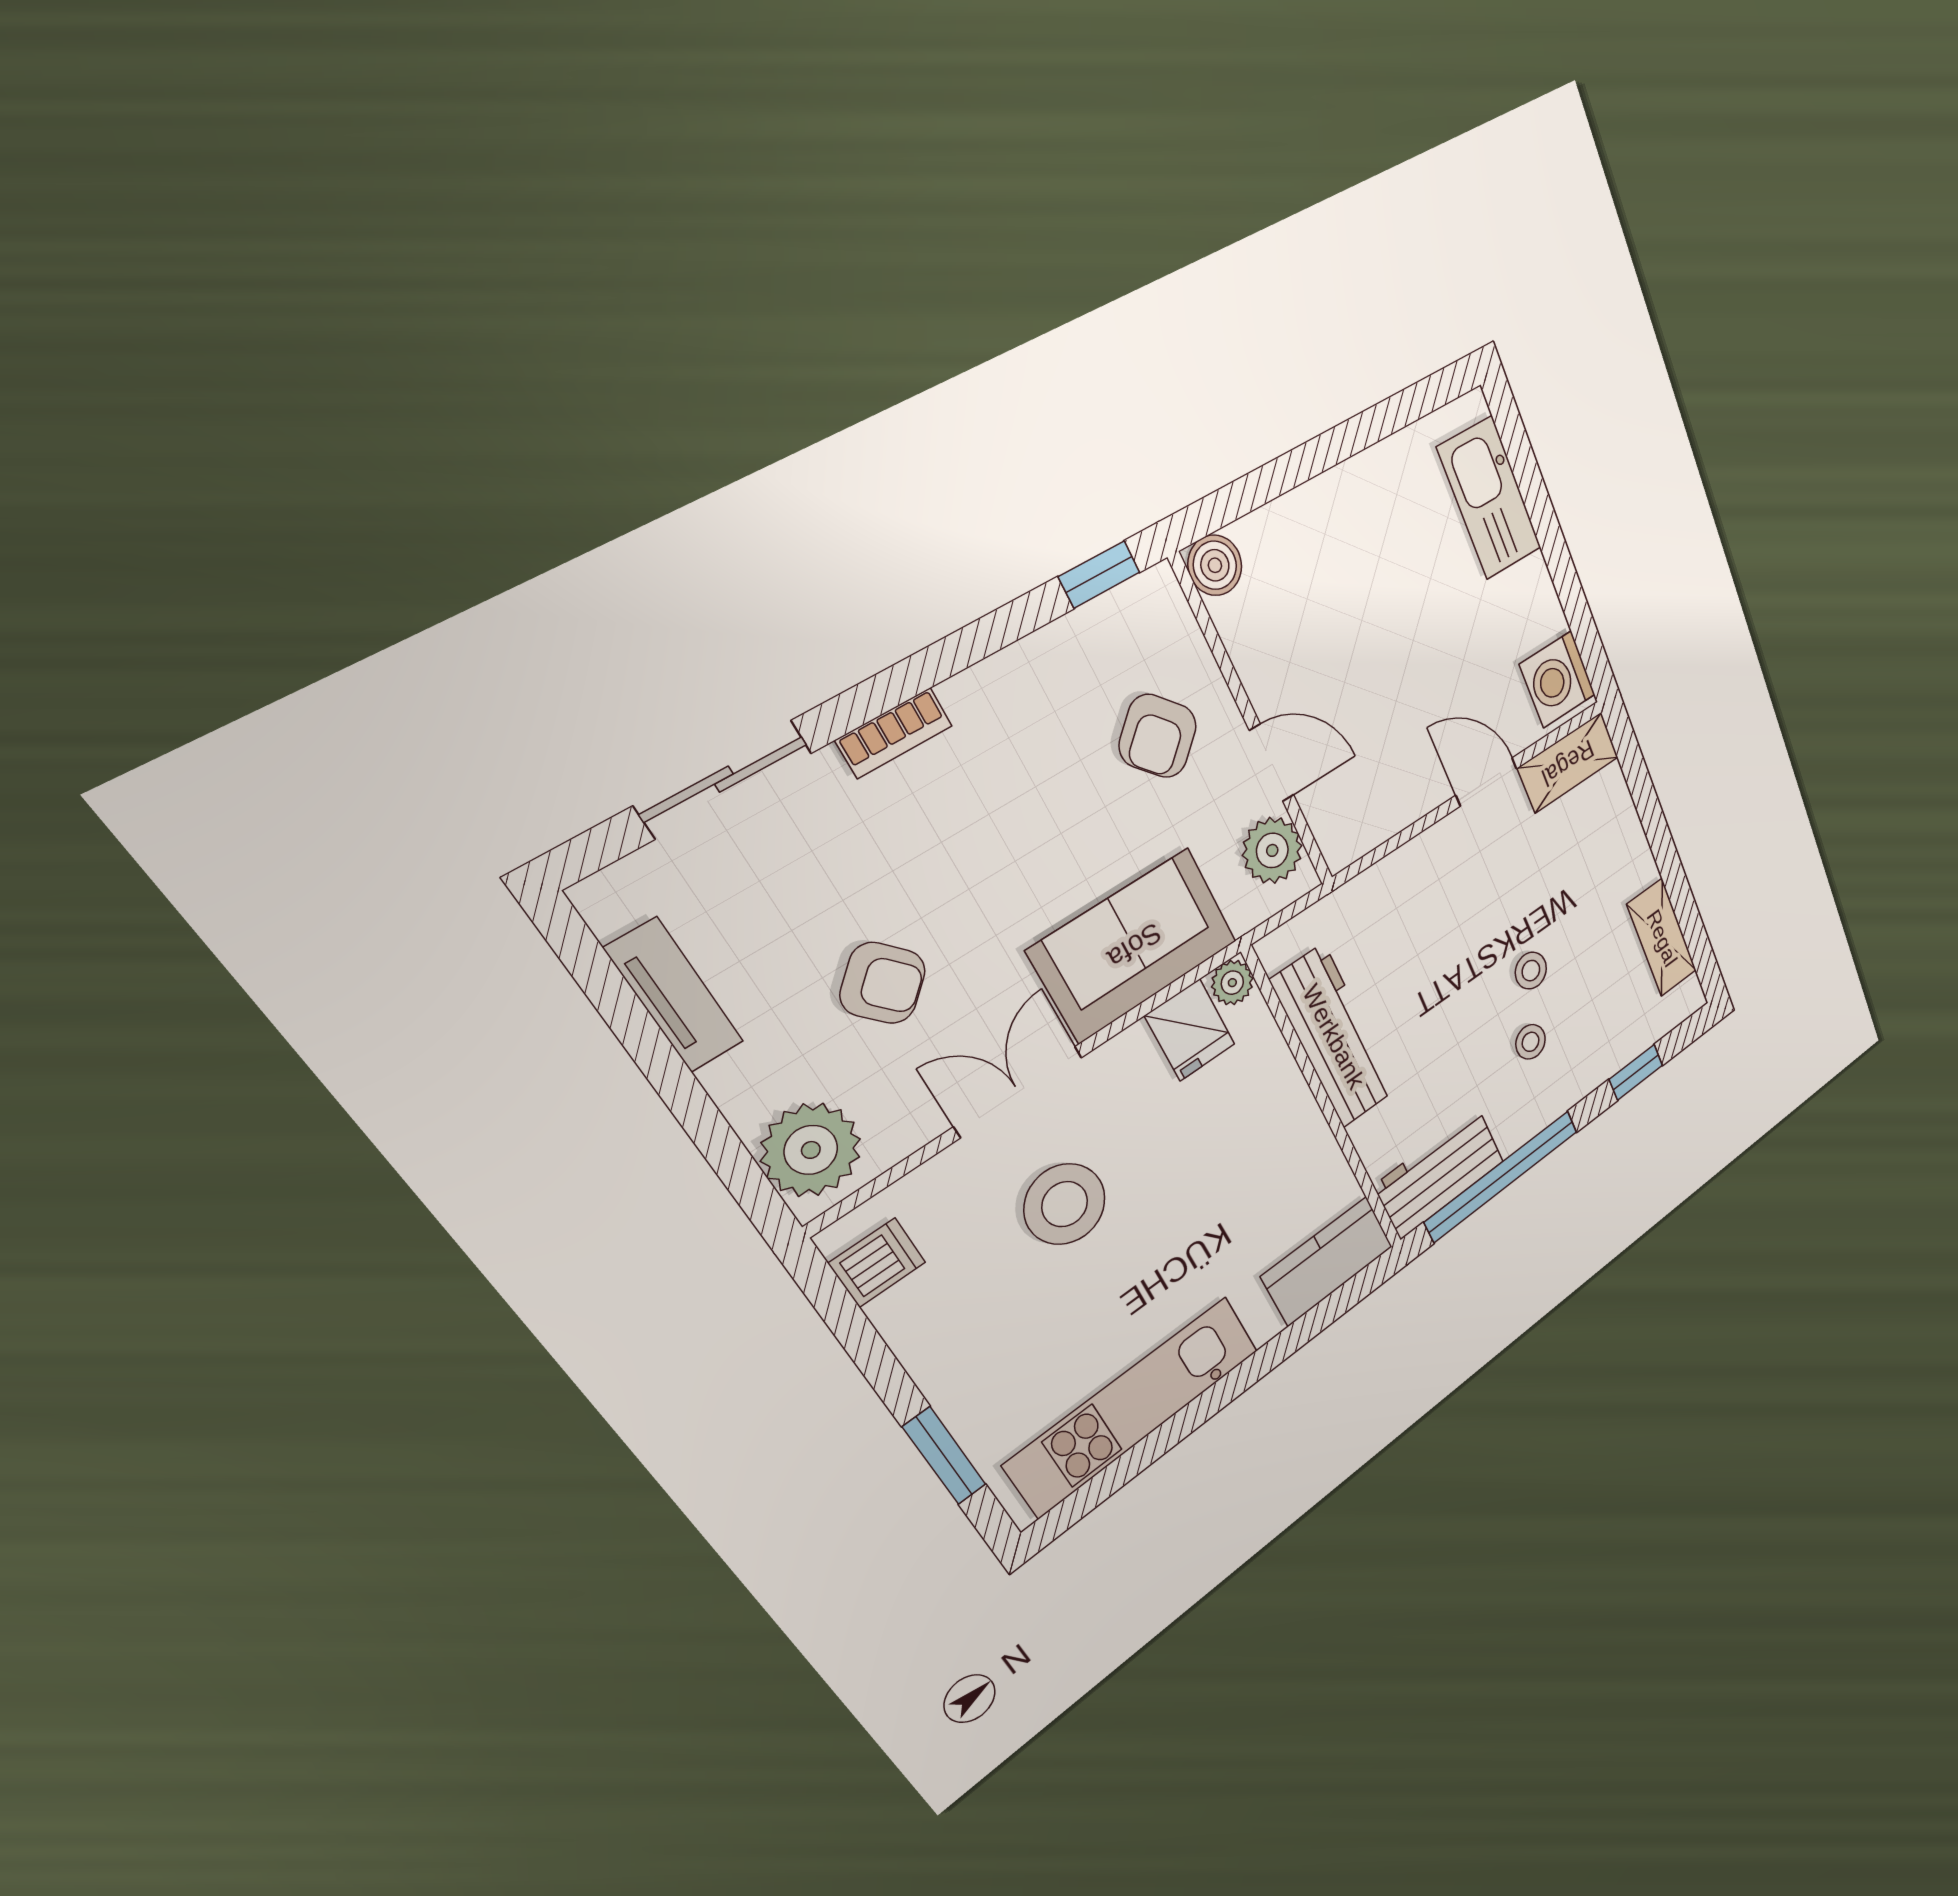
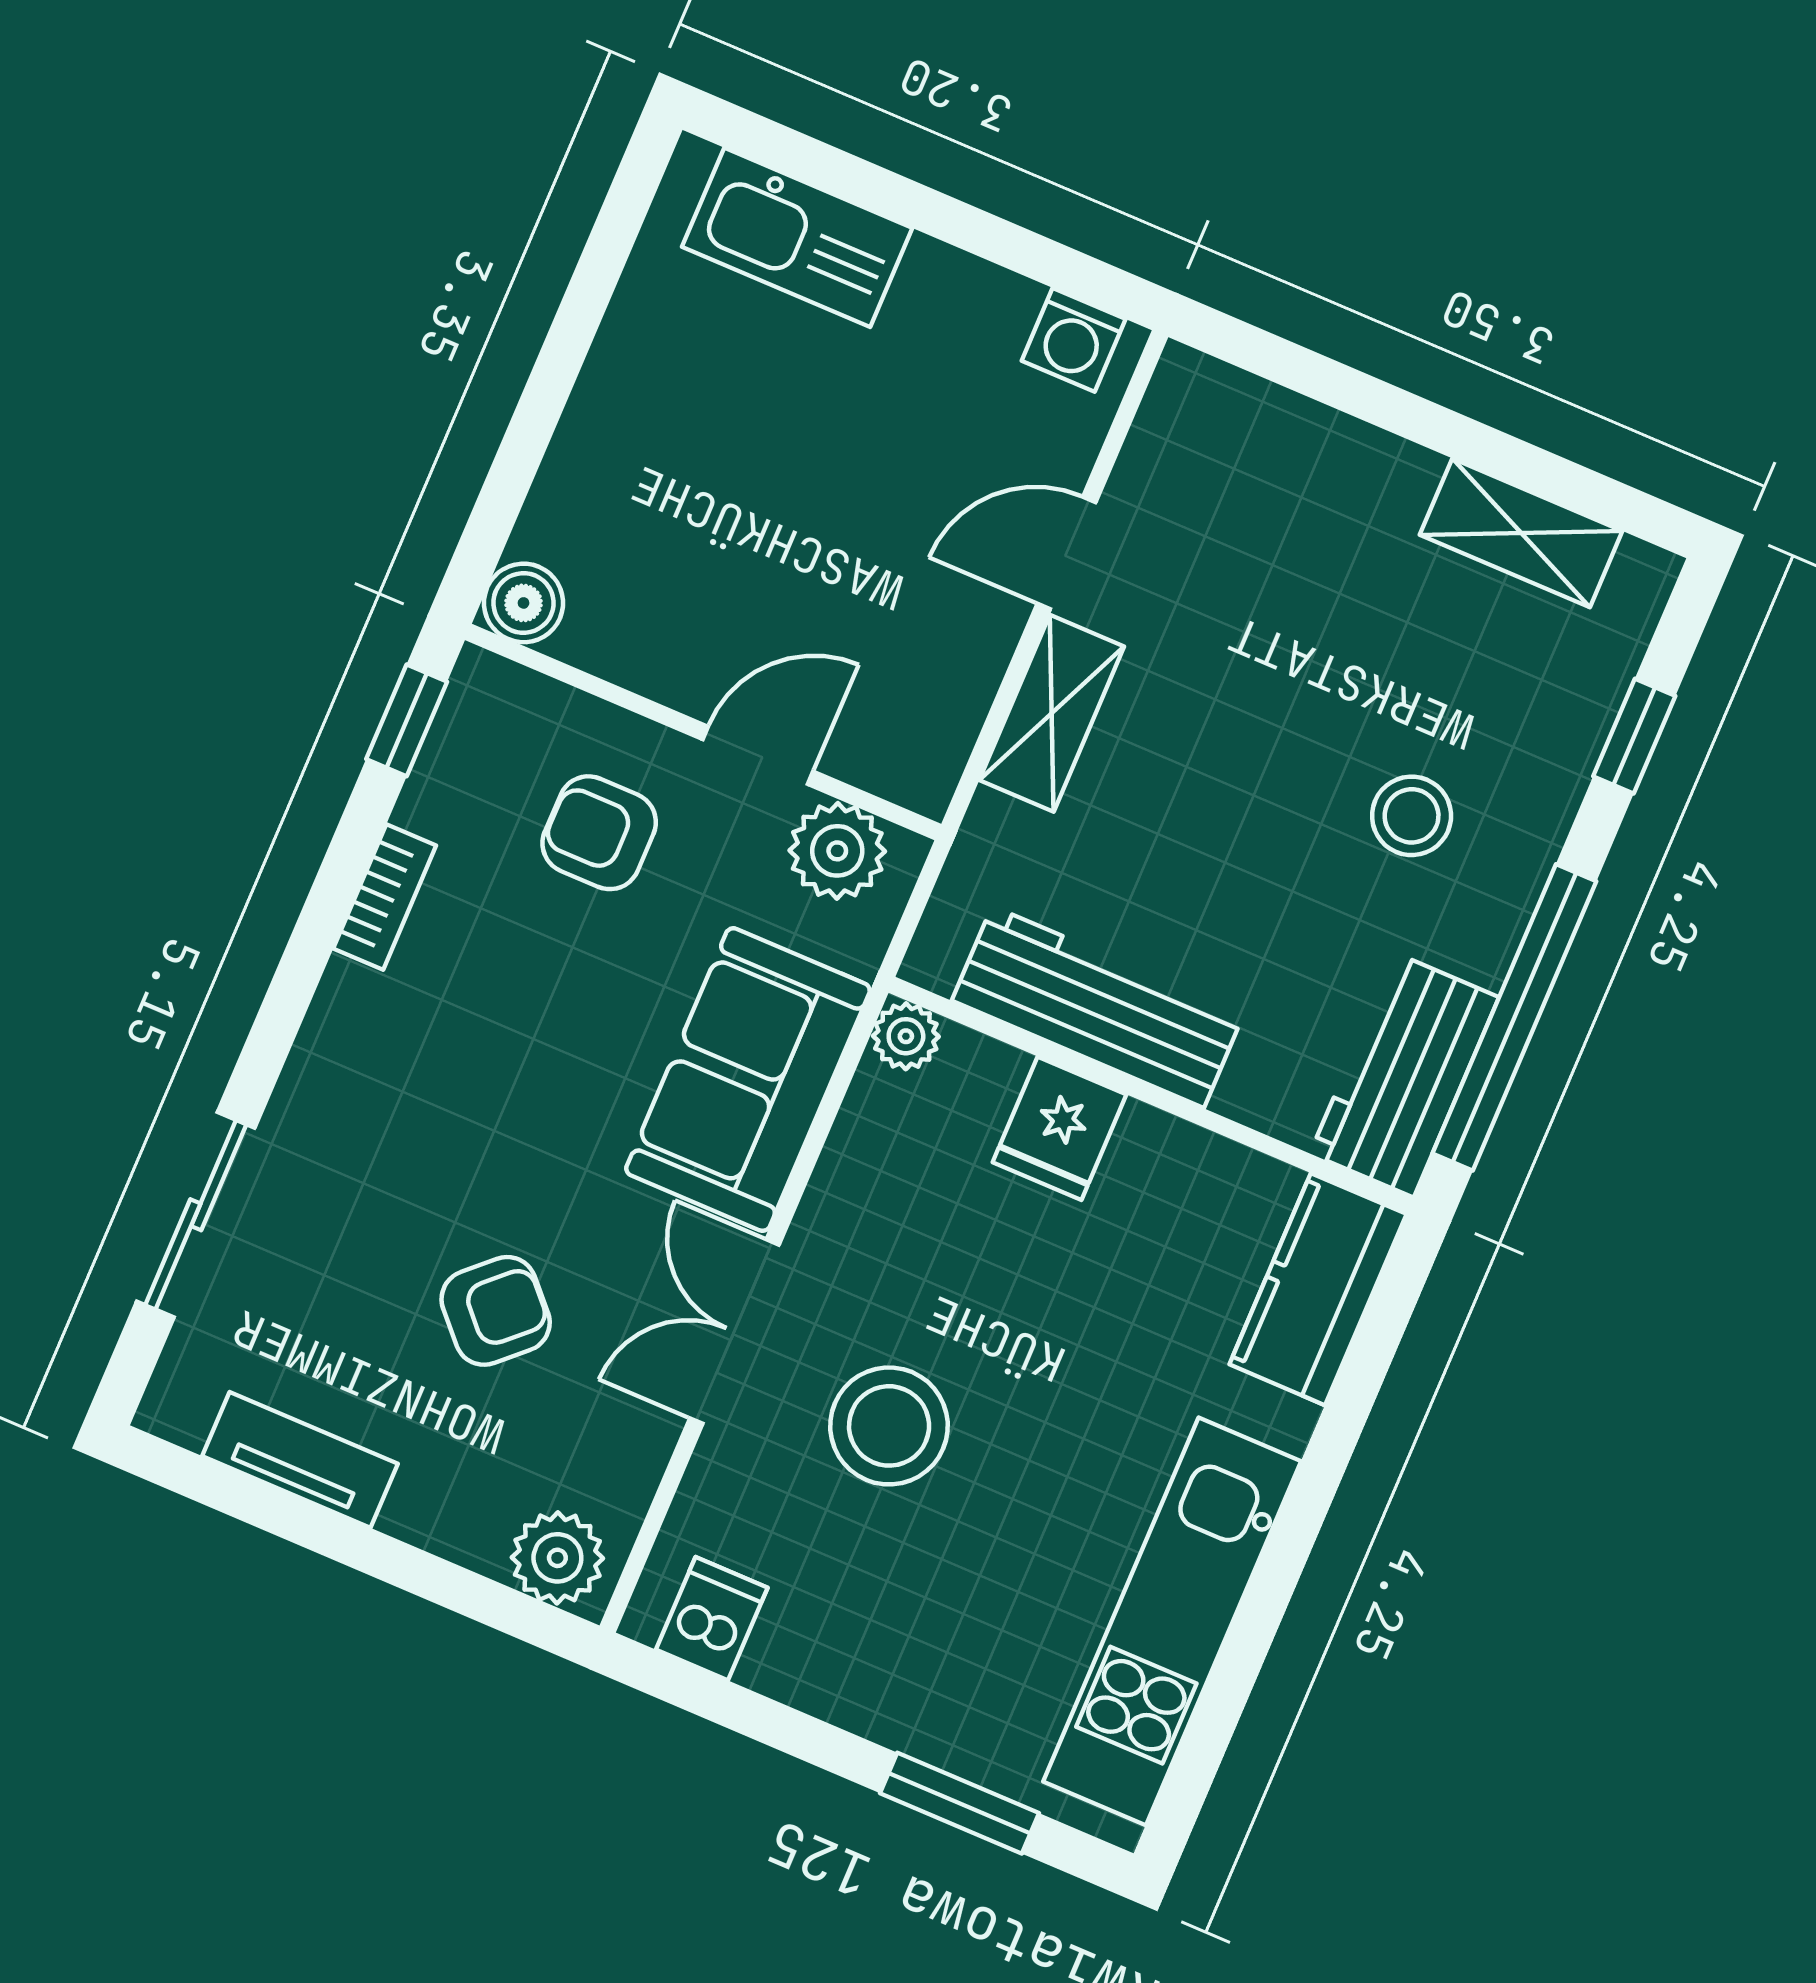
washing machine: (1557, 679) -> (1074, 340), width x0.73, depth x0.73
bookcase: (894, 733) -> (385, 897), moved
armchair: (1158, 736) -> (599, 833), turned 133
shelving: (1568, 763) -> (1052, 713), moved
stool: (1531, 971) -> (1333, 727), removed
fridge: (1190, 1030) -> (1060, 1128), moved, turned 90
stool: (1531, 1042) -> (1412, 816), width x1.37, depth x1.37
plant: (811, 1150) -> (557, 1558), width x0.73, depth x0.73

